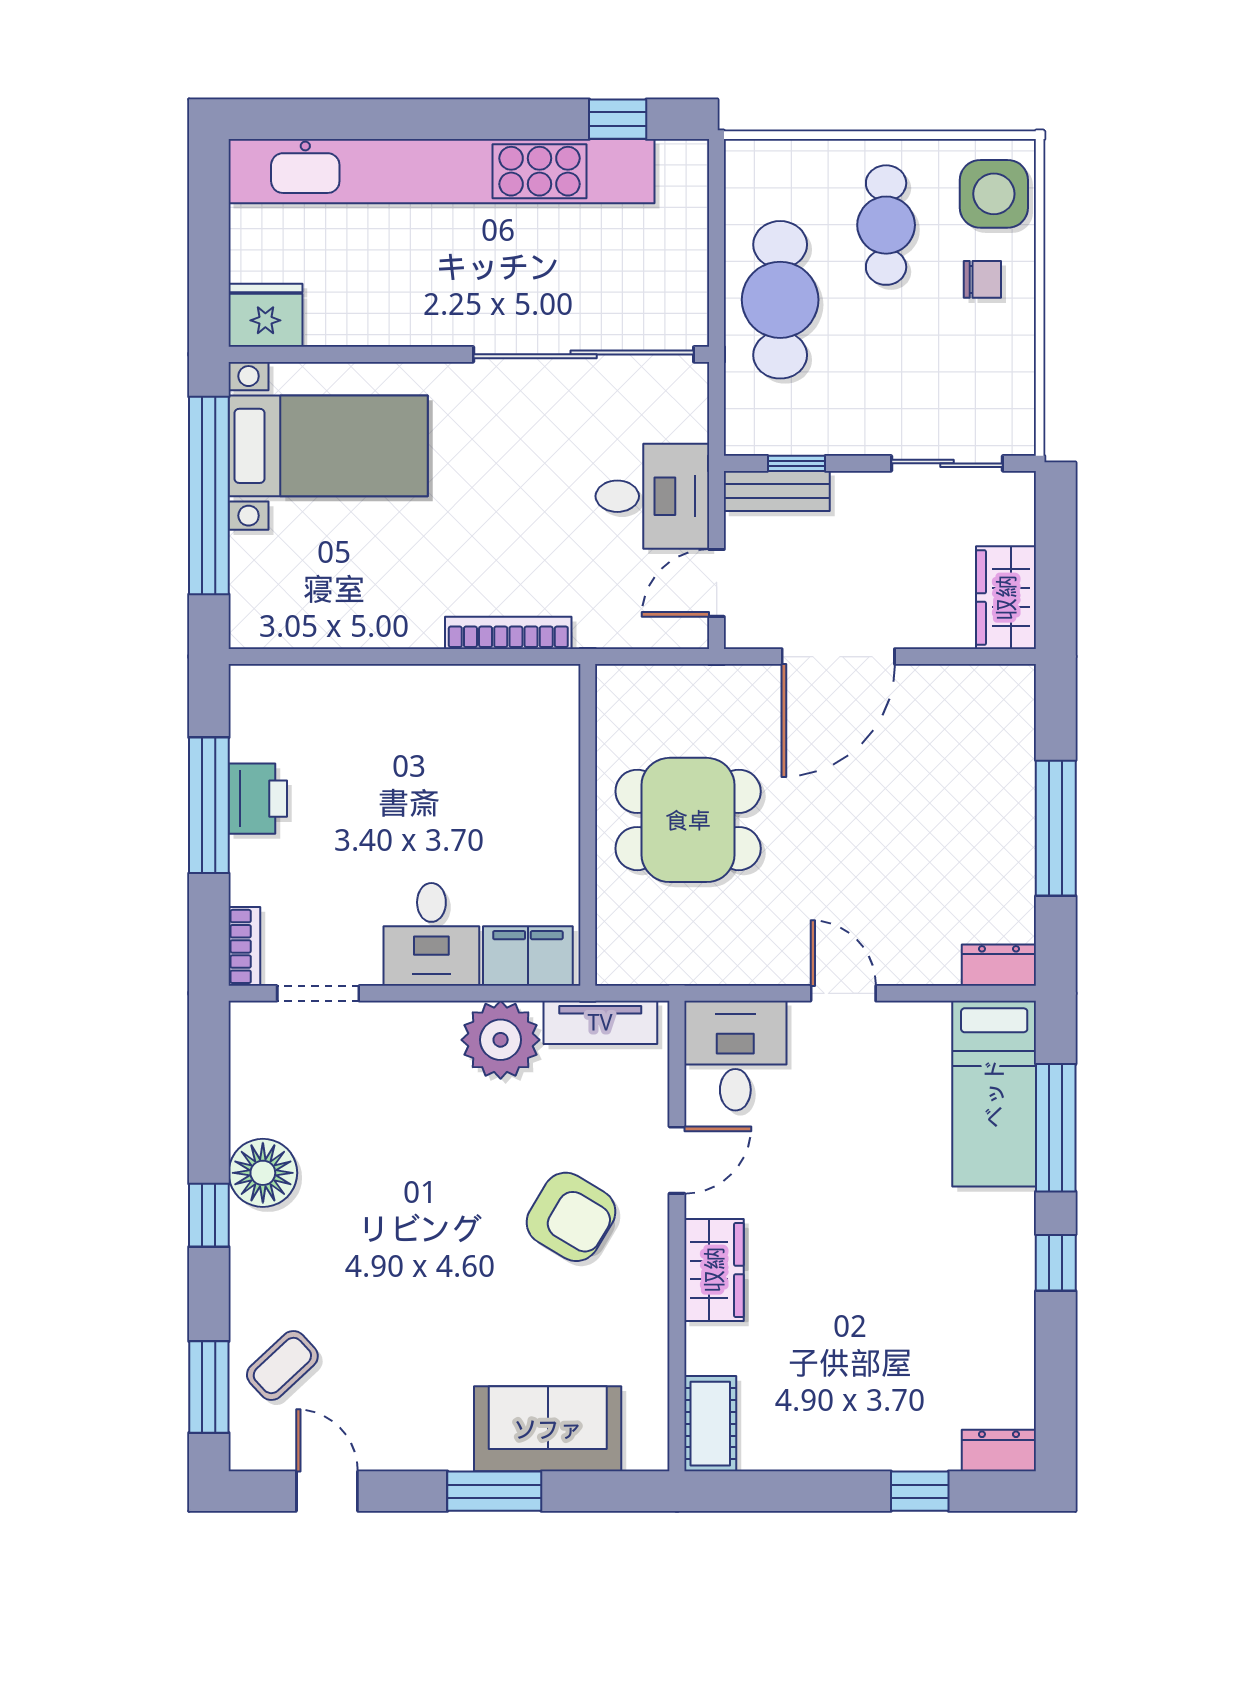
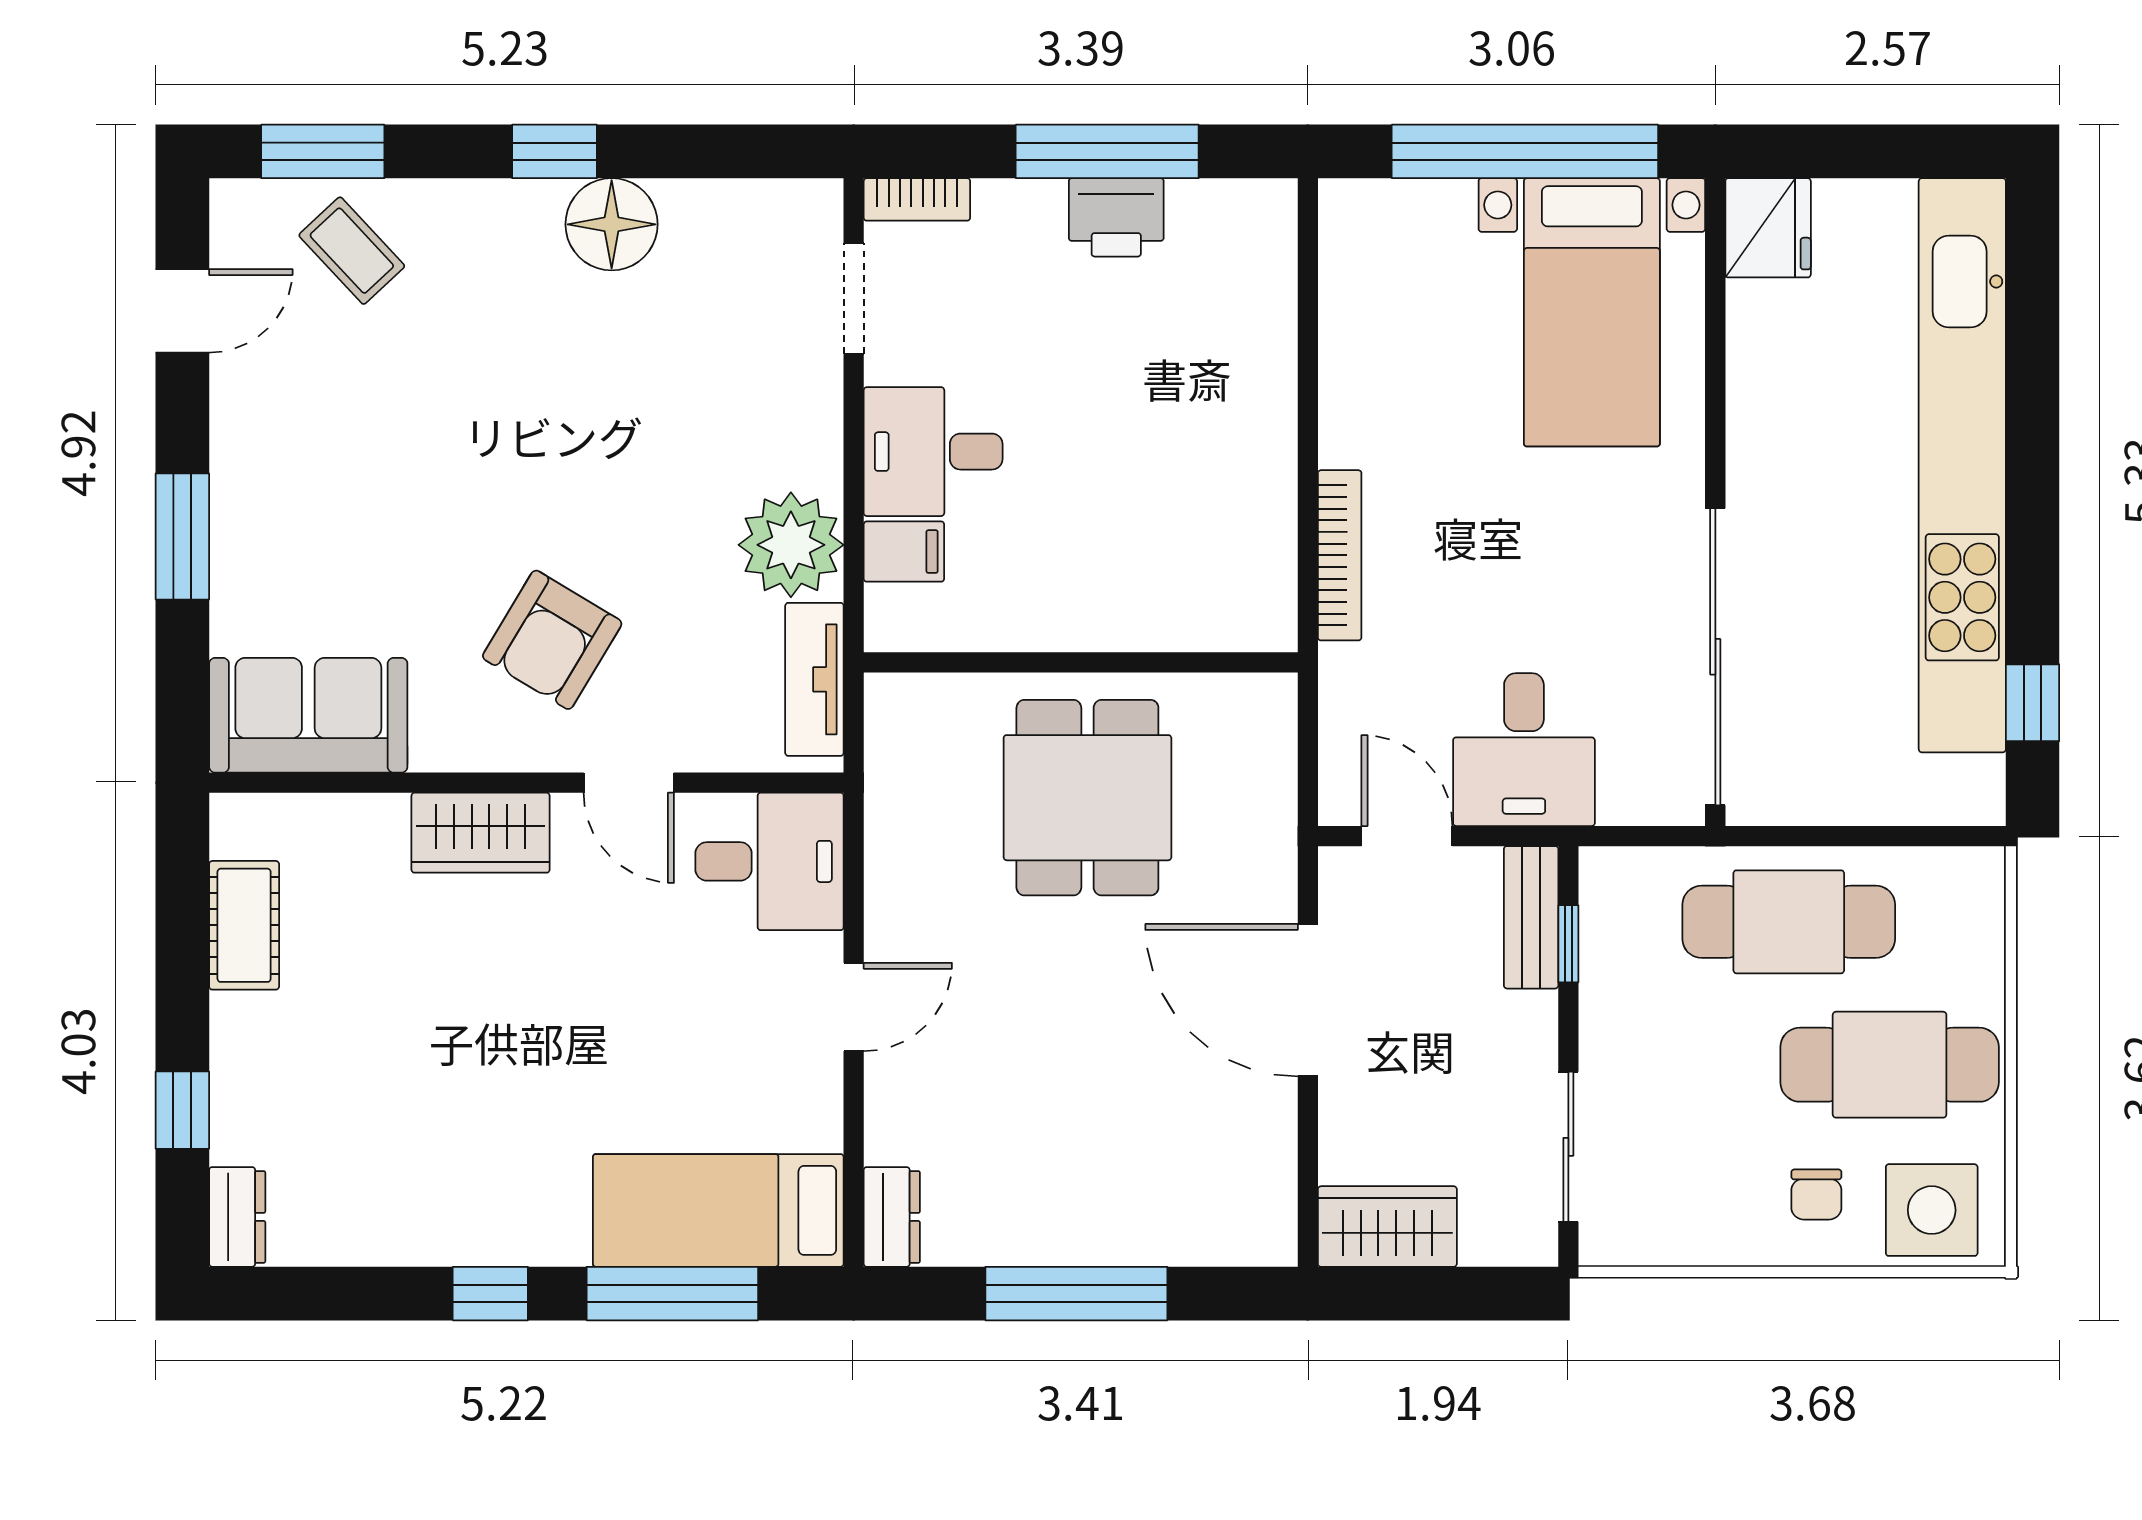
cafe table: (886, 225) -> (1890, 1065), width x1.37, depth x1.35
filing cabinet: (528, 956) -> (904, 552), width x0.50
cot: (710, 1424) -> (244, 925), moved, turned 90
sofa: (548, 1429) -> (308, 715), moved, turned -90

